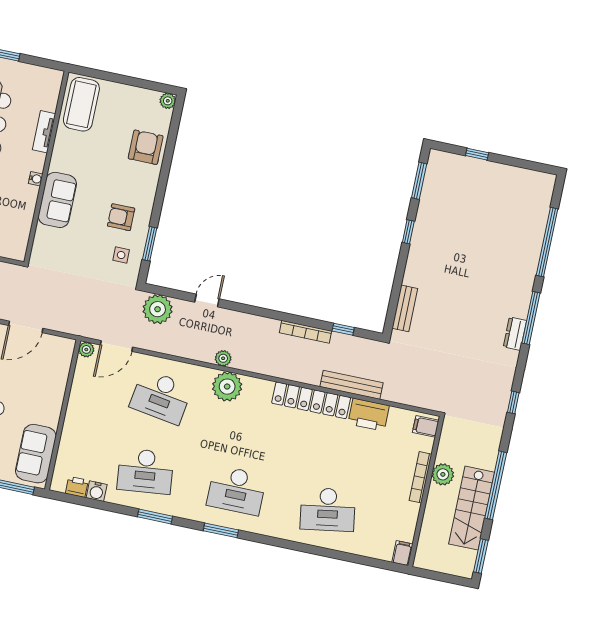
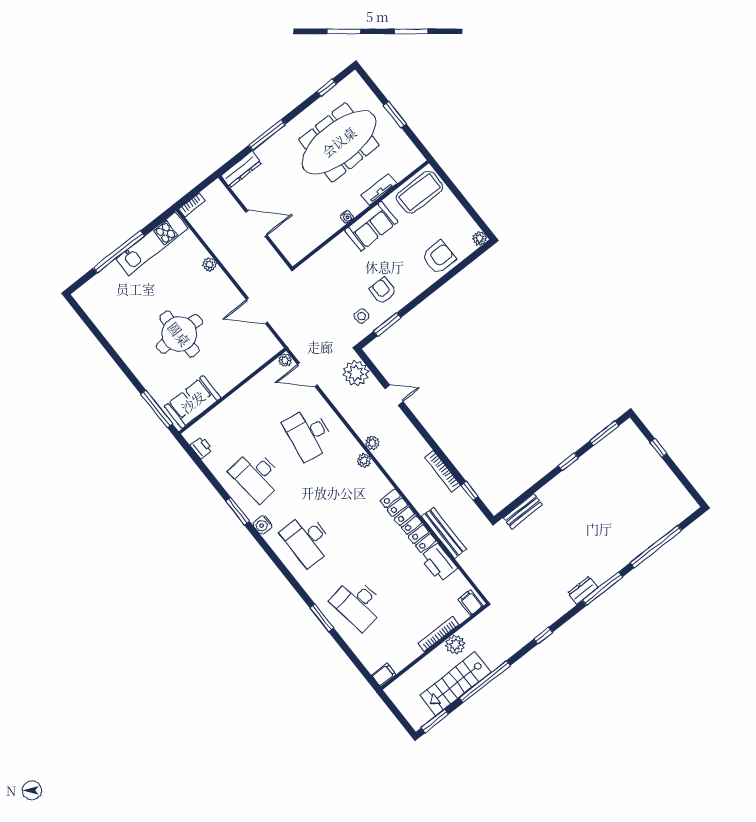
sofa: (57, 200) -> (371, 226), moved
plant: (227, 387) -> (364, 460), width x0.53, depth x0.53
water cooler: (97, 491) -> (263, 525), moved
window: (221, 530) -> (322, 618), moved

